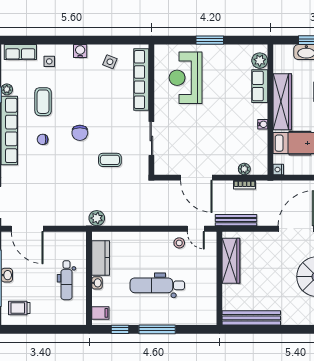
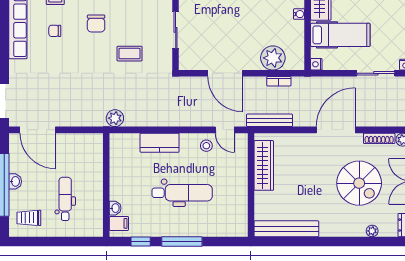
plant: (244, 169) -> (273, 58), width x1.87, depth x1.87
kitchen counter: (101, 258) -> (160, 143), moved, turned 90
dental chair: (67, 280) -> (65, 199), moved, turned 180
washbasin: (97, 283) -> (115, 208), moved
dental chair: (157, 285) -> (182, 193), turned 180

